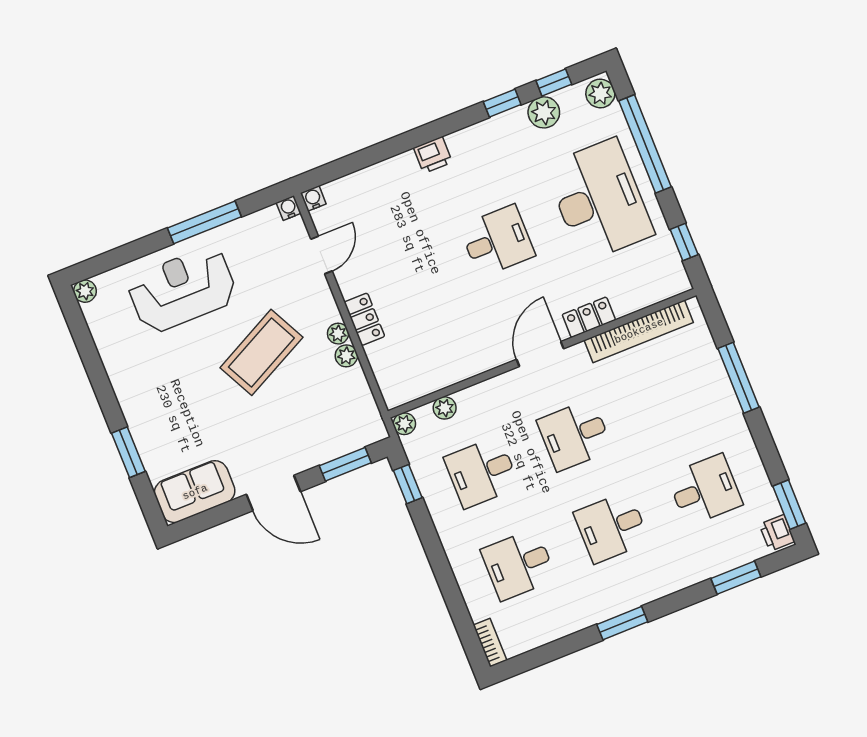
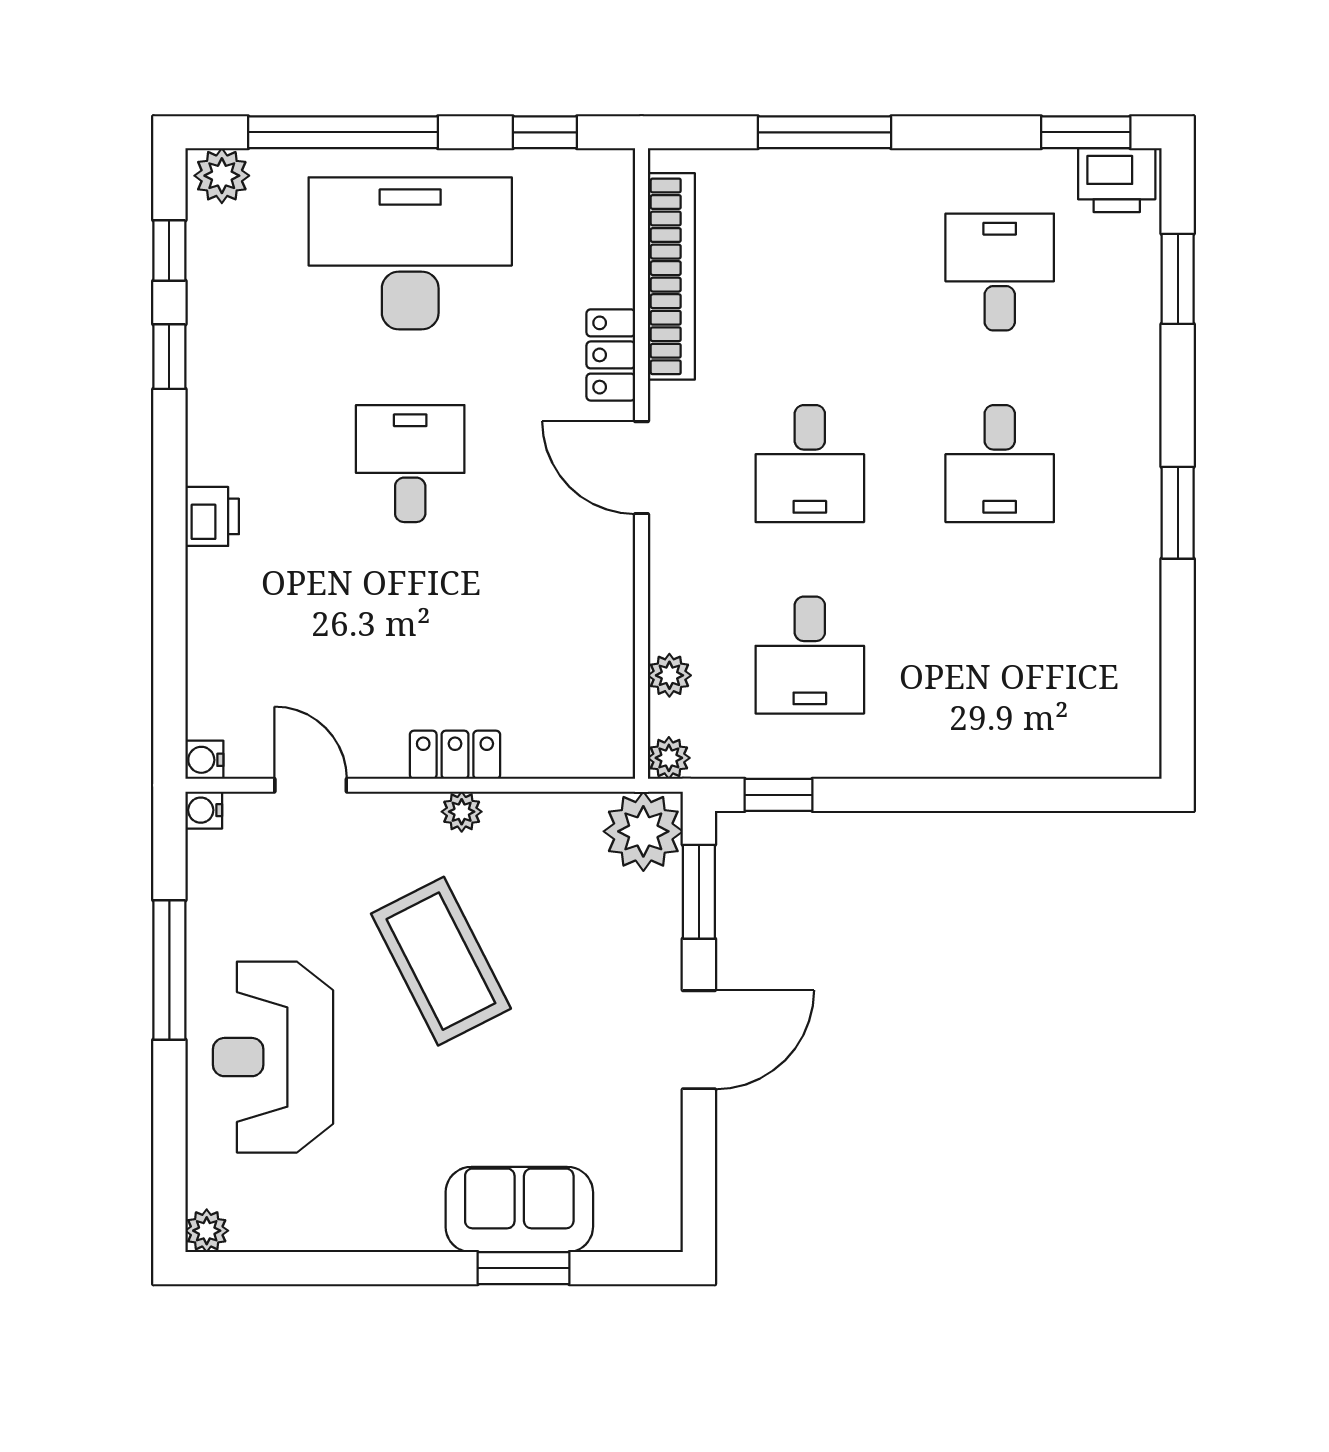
plant: (544, 112) -> (215, 289), removed
plant: (346, 356) -> (643, 831), moved, width x1.87, depth x1.87
sofa: (195, 492) -> (519, 1210), moved, turned 90
printer: (777, 533) -> (1117, 180), width x1.36, depth x1.24
desk: (519, 564) -> (1000, 655), removed
bookcase: (490, 643) -> (1118, 761), removed

